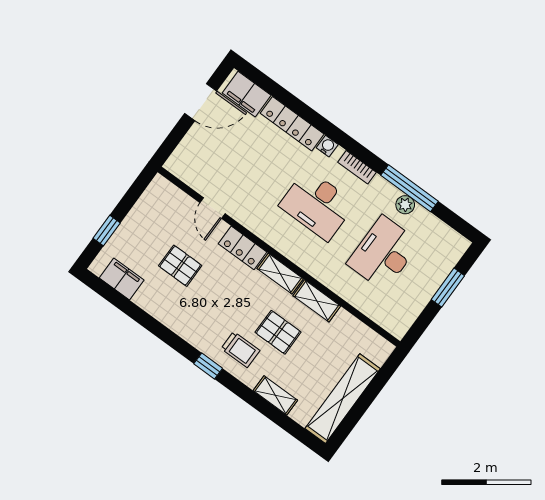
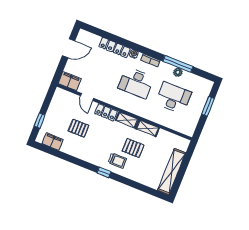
filing cabinet: (247, 94) -> (70, 81), moved, turned 180
desk: (383, 253) -> (173, 98), turned 90
shelving: (275, 395) -> (139, 178), removed

